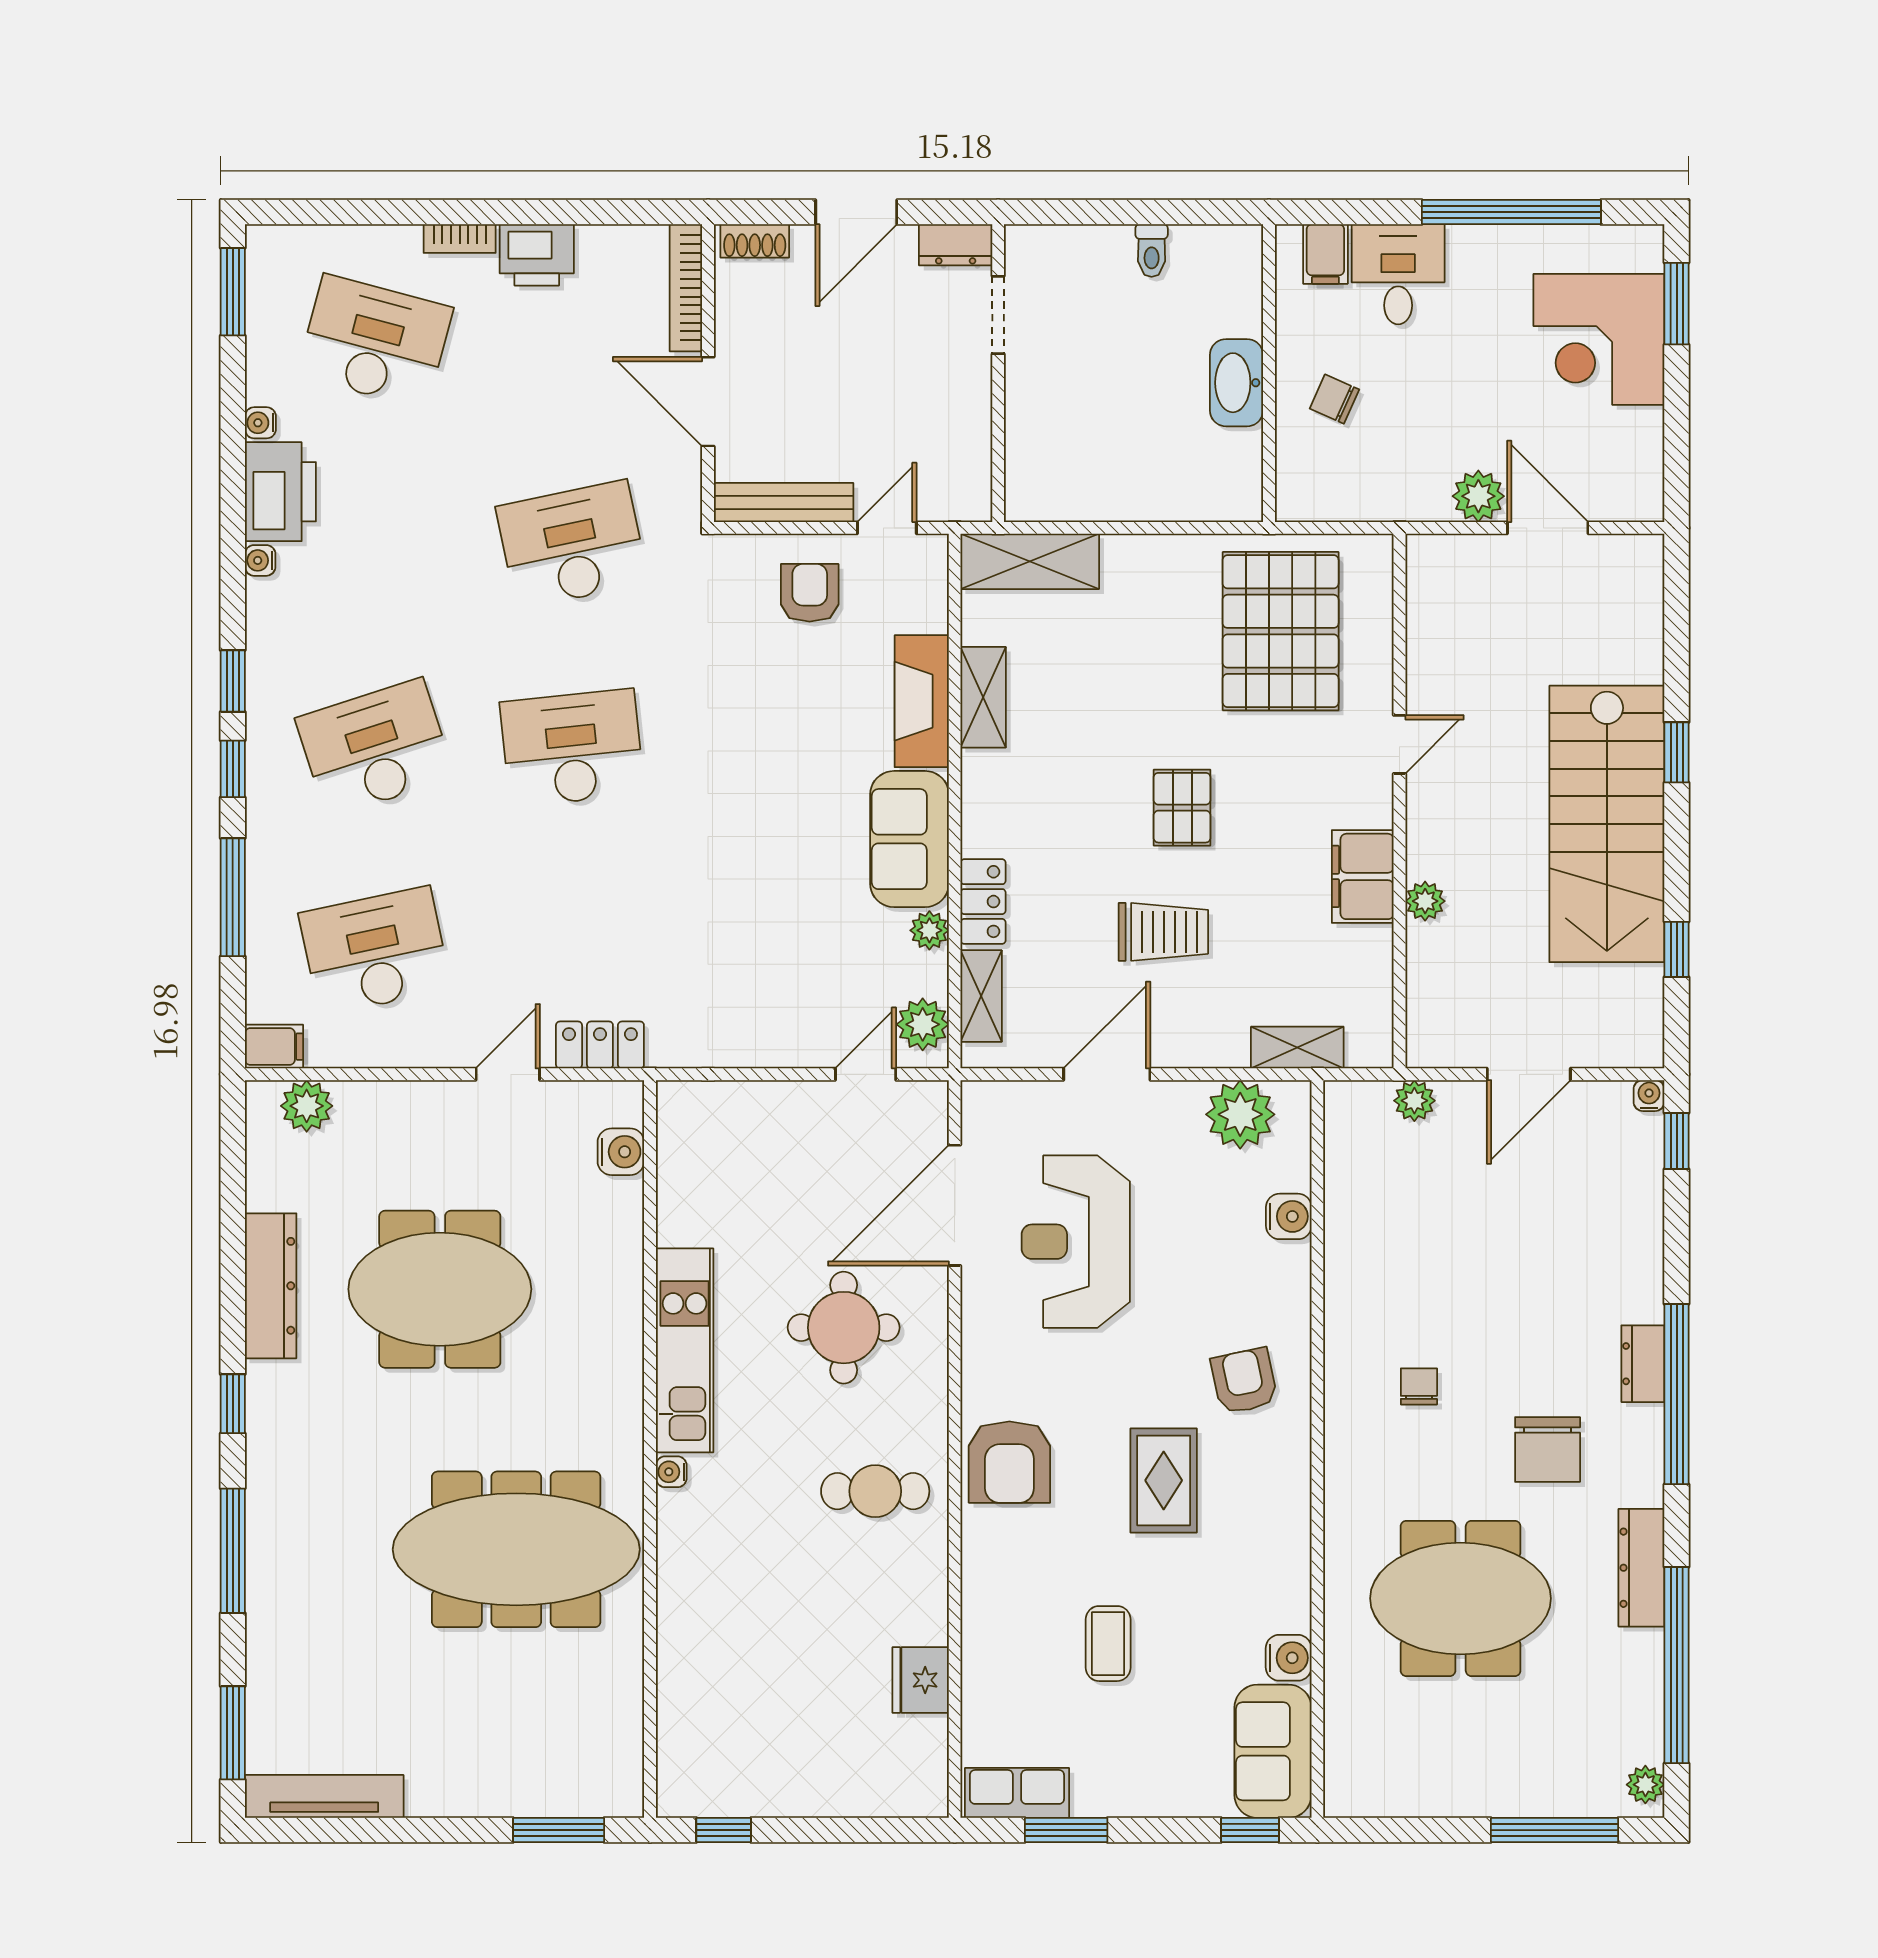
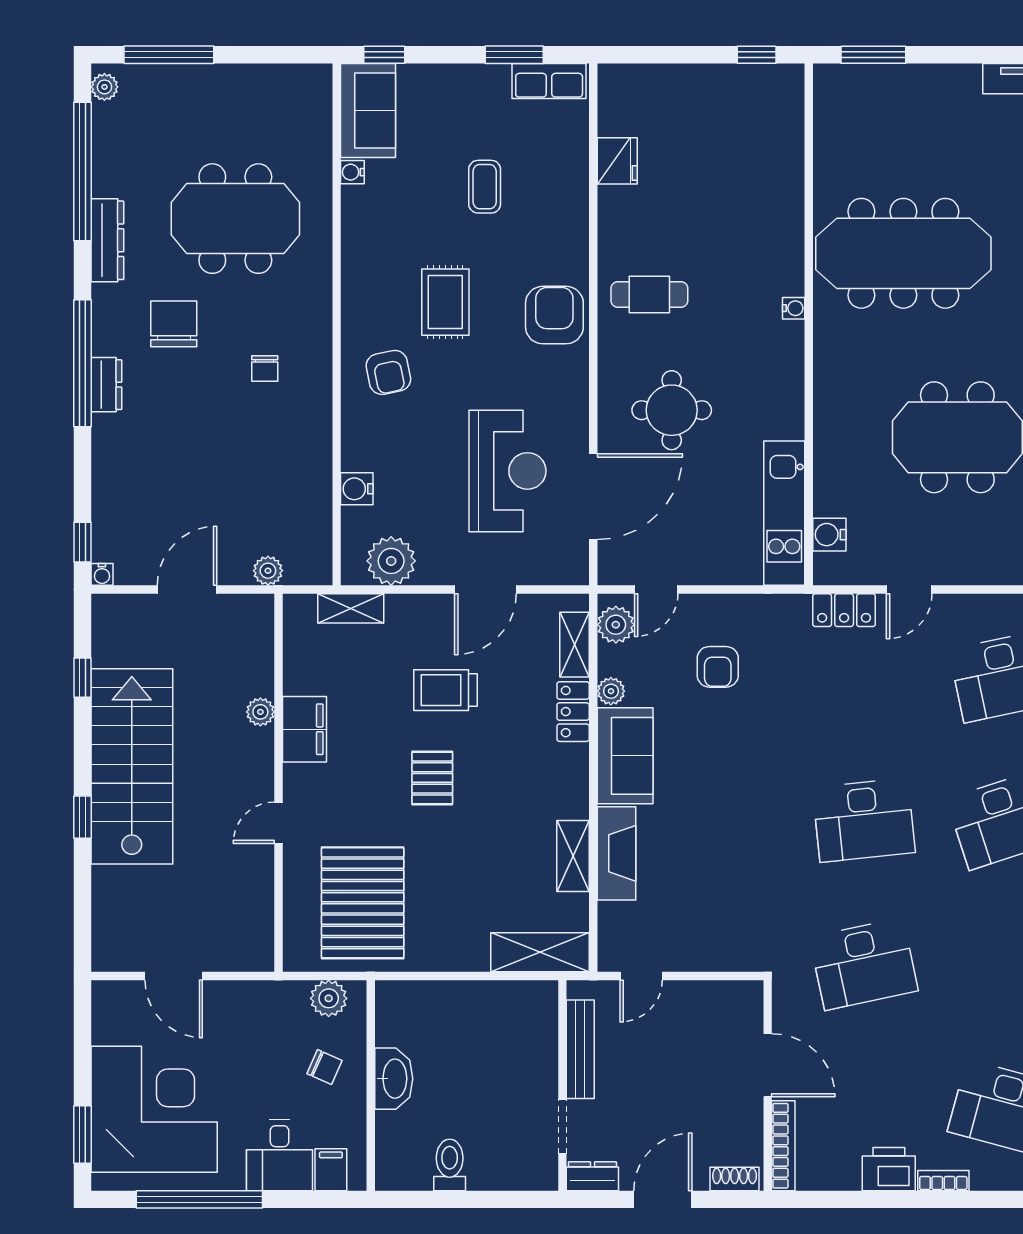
toilet: (1152, 251) -> (450, 1165), width x1.37, depth x1.39
corner desk: (1599, 339) -> (154, 1109), width x1.36, depth x1.36
plant: (1478, 496) -> (329, 998), moved
bench: (784, 502) -> (580, 1049), moved, turned 90
armchair: (810, 593) -> (718, 667), moved
kitchen unit: (685, 1350) -> (784, 513), moved
water cooler: (1289, 1658) -> (352, 172), width x0.72, depth x0.72

